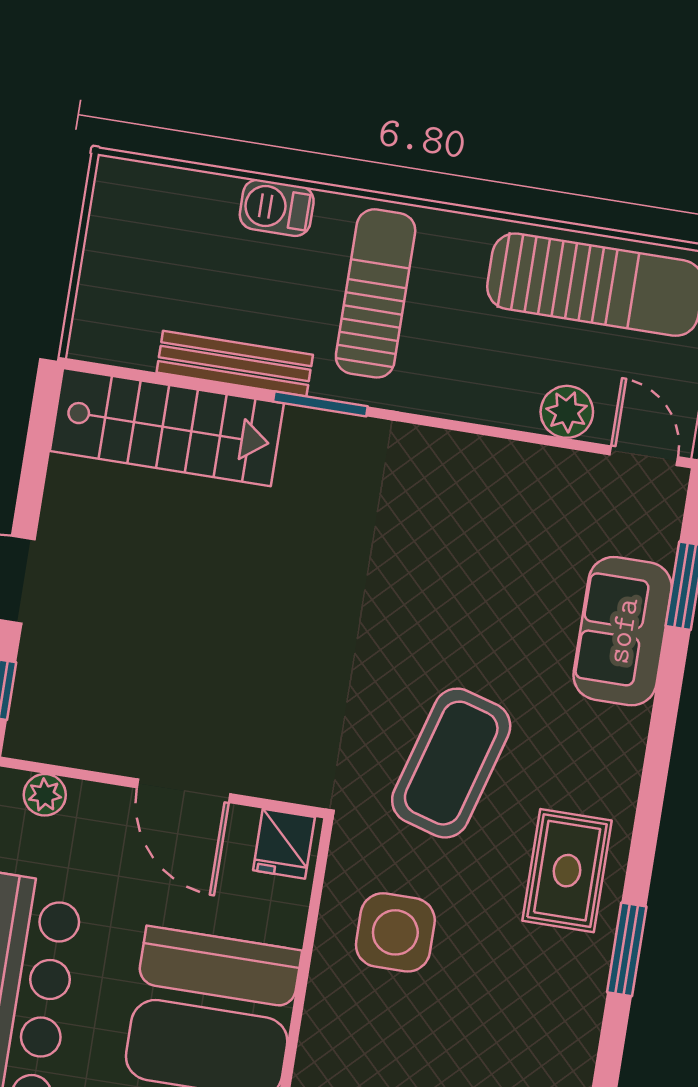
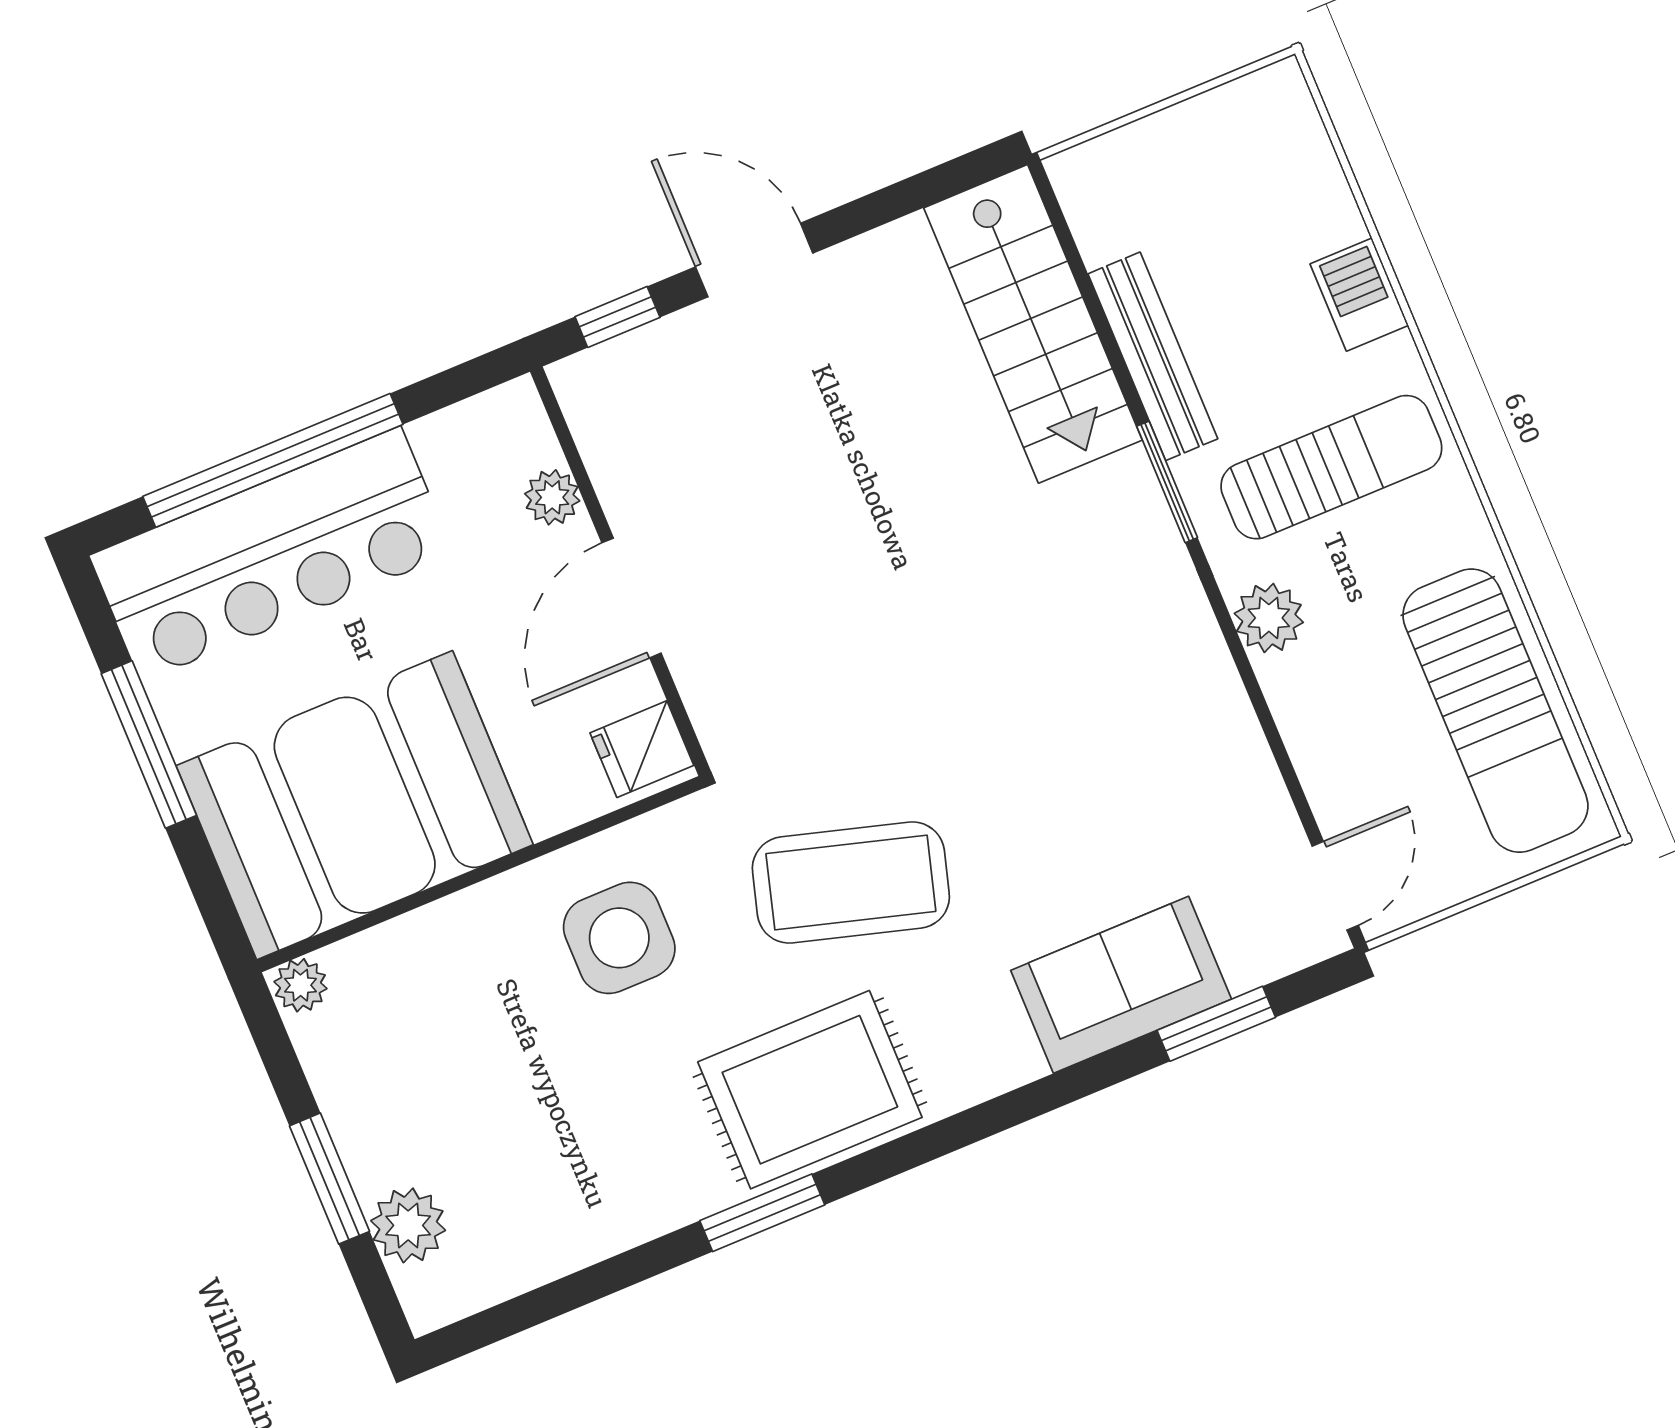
plant: (567, 412) -> (1269, 618), moved
plant: (45, 795) -> (552, 497), moved
rug: (567, 871) -> (810, 1090), width x1.36, depth x1.43

